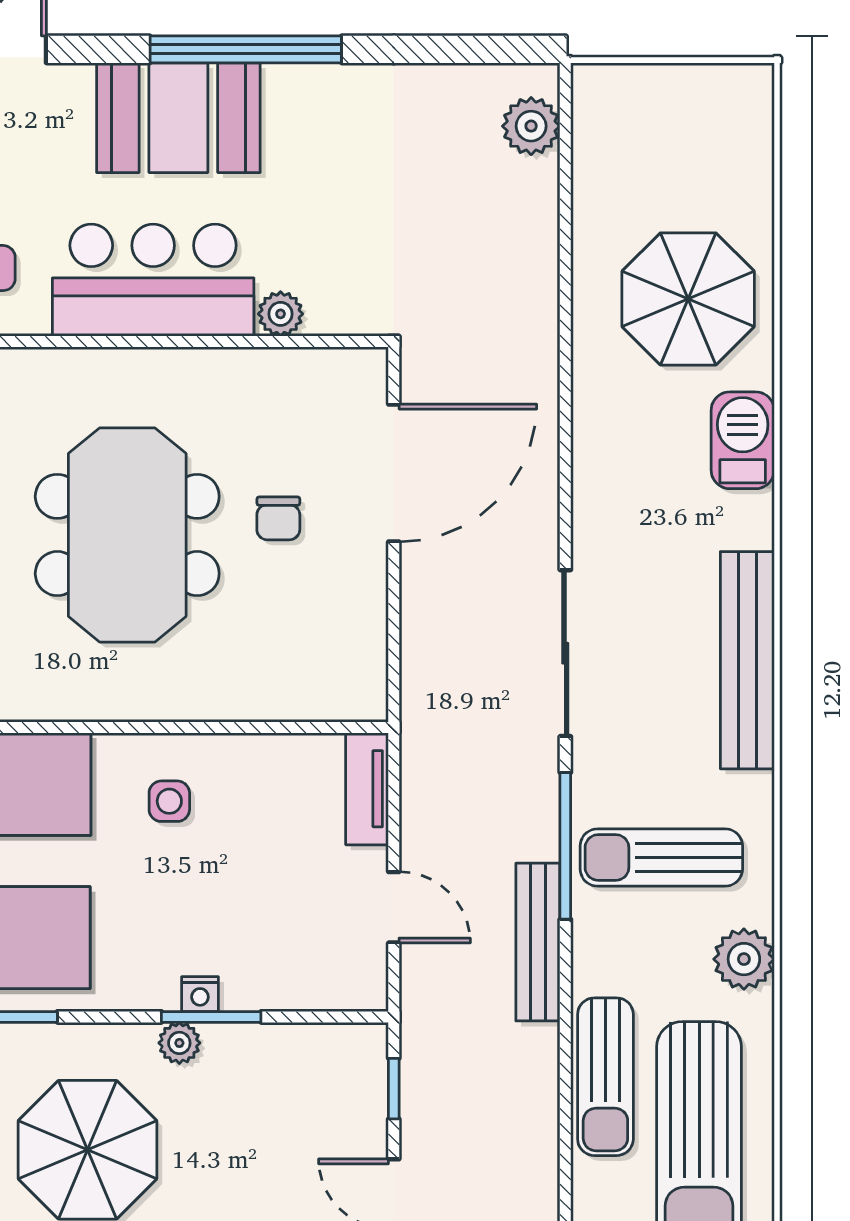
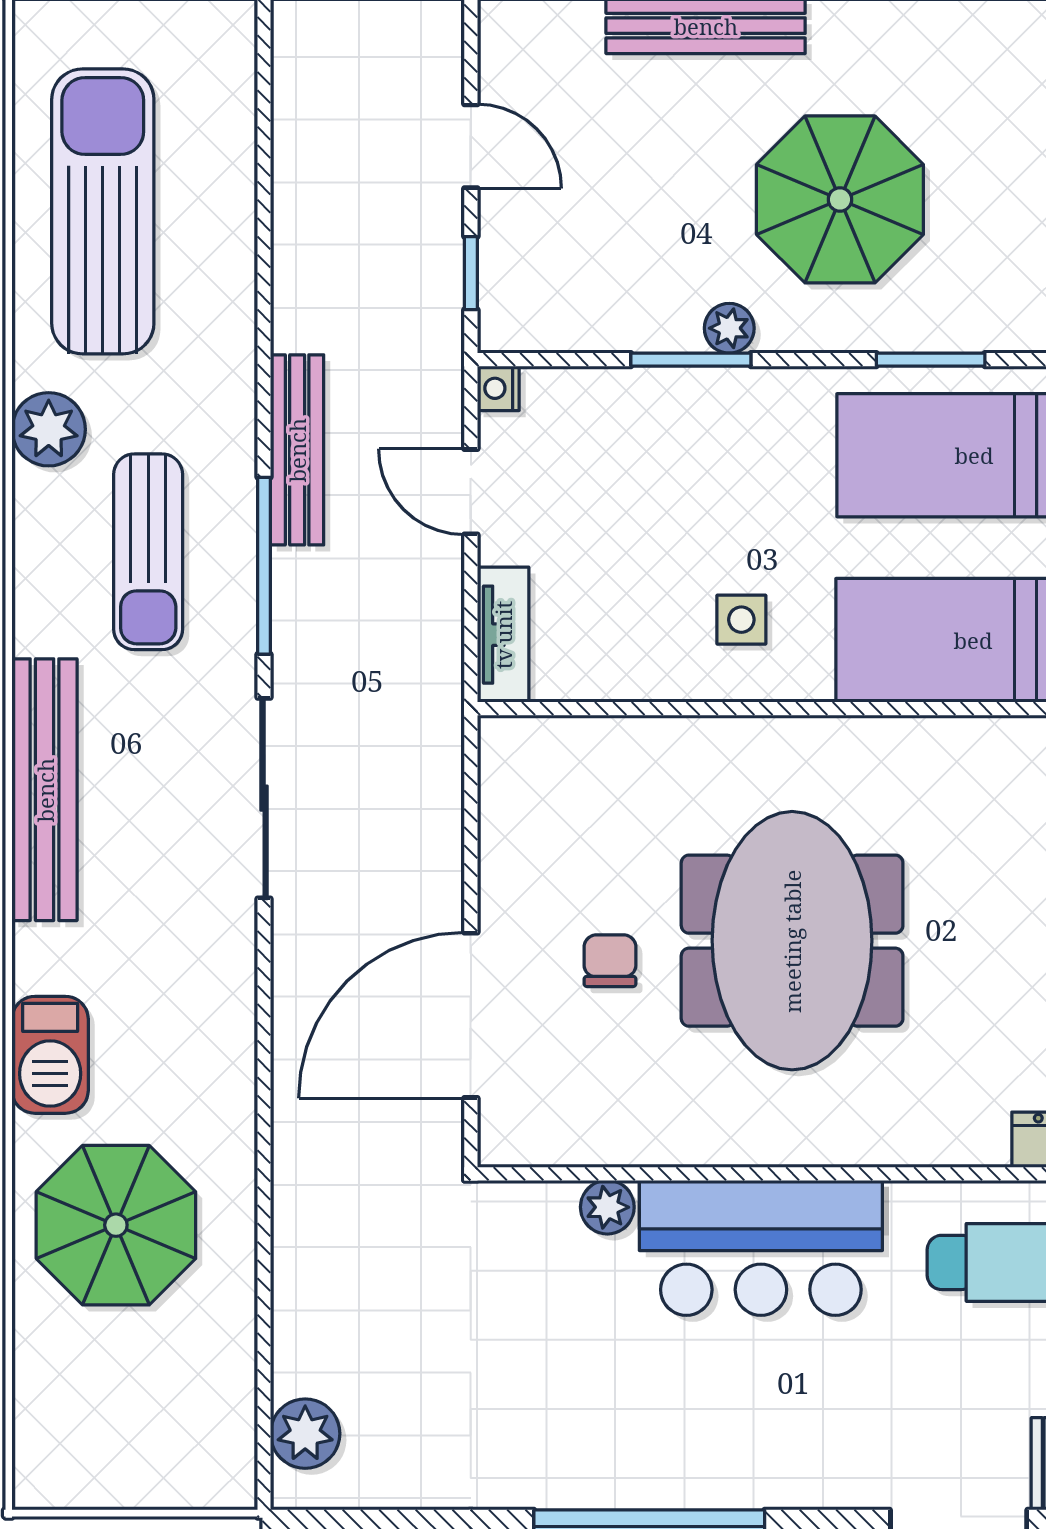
booth: (178, 118) -> (730, 1444), removed
sun lounger: (661, 857) -> (148, 552), turned 90
nightstand: (200, 994) -> (498, 388), moved, turned -90
sun lounger: (605, 1077) -> (216, 288), removed

